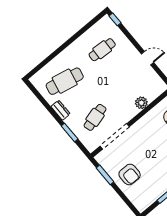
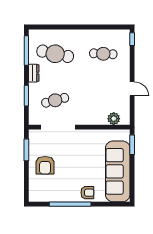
window: (40, 97) -> (26, 50), added
plant: (141, 103) -> (114, 119), moved

